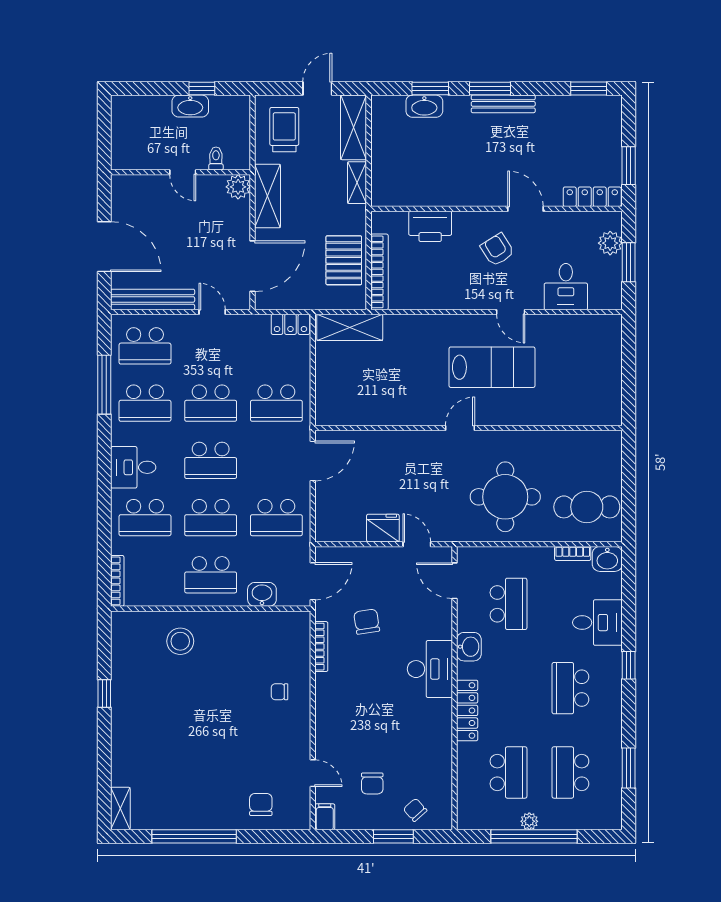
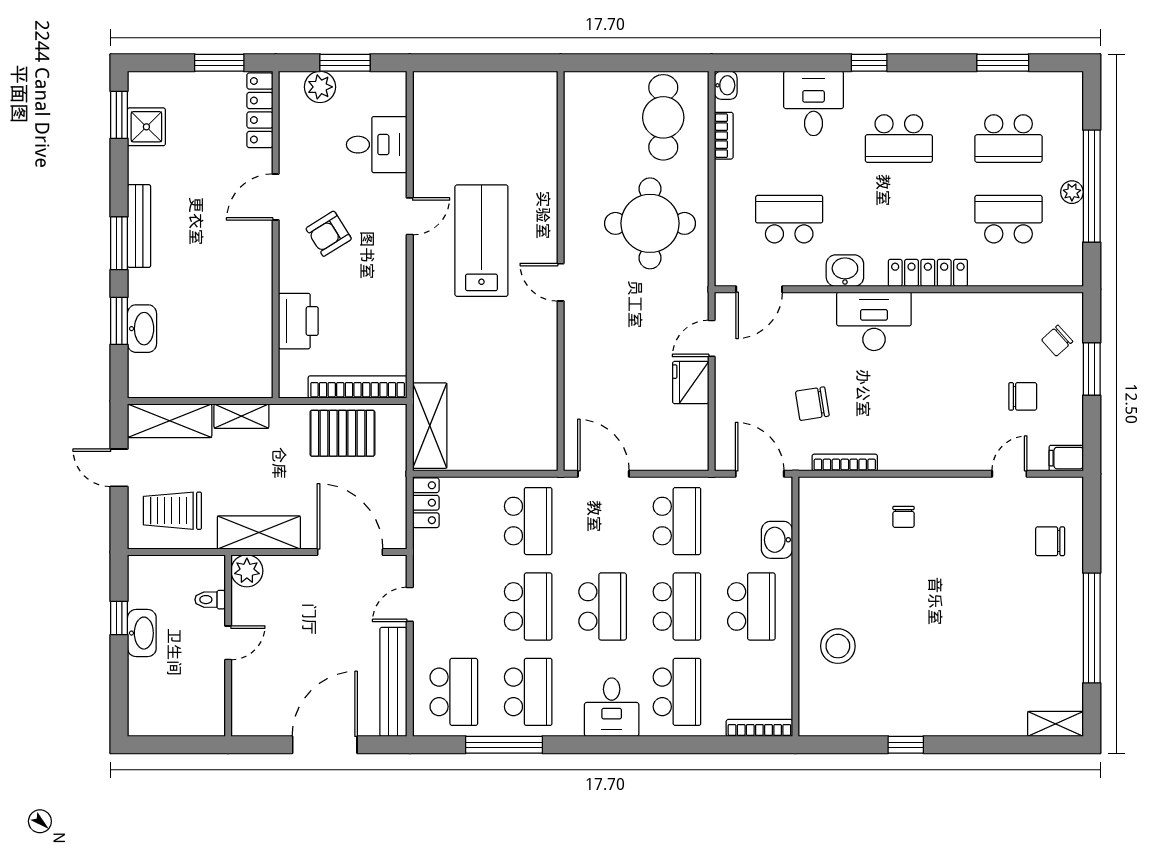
shower: (580, 110) -> (146, 127), added
washbasin: (607, 559) -> (726, 85), width x0.72, depth x0.69

